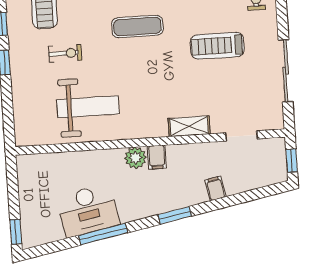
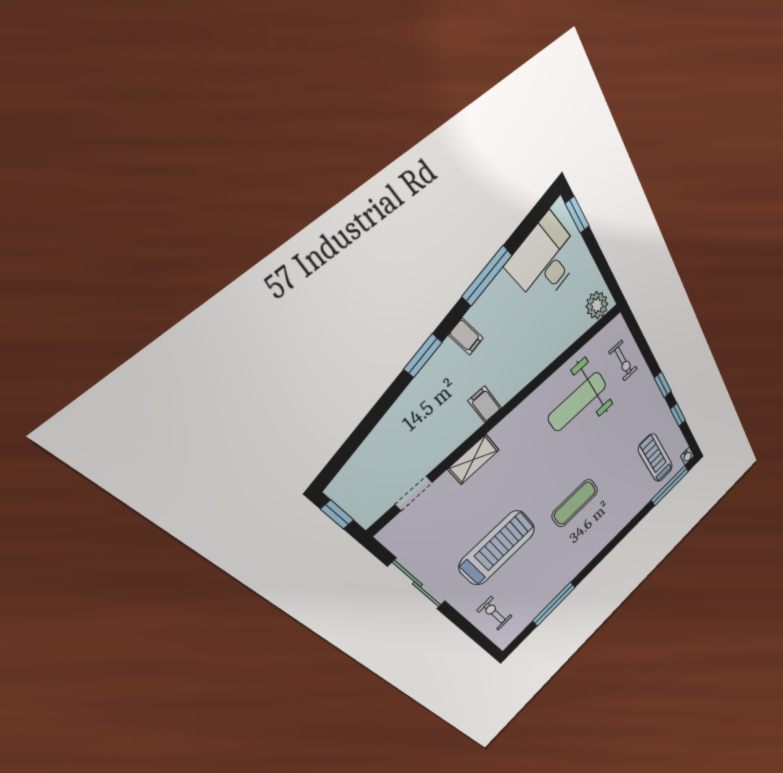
treadmill: (217, 46) -> (497, 548), width x1.37, depth x1.38
exercise bike: (65, 53) -> (623, 361), moved, turned -90
plant: (136, 158) -> (597, 305), moved
filing cabinet: (215, 188) -> (466, 337), moved
desk: (88, 210) -> (545, 260), moved

